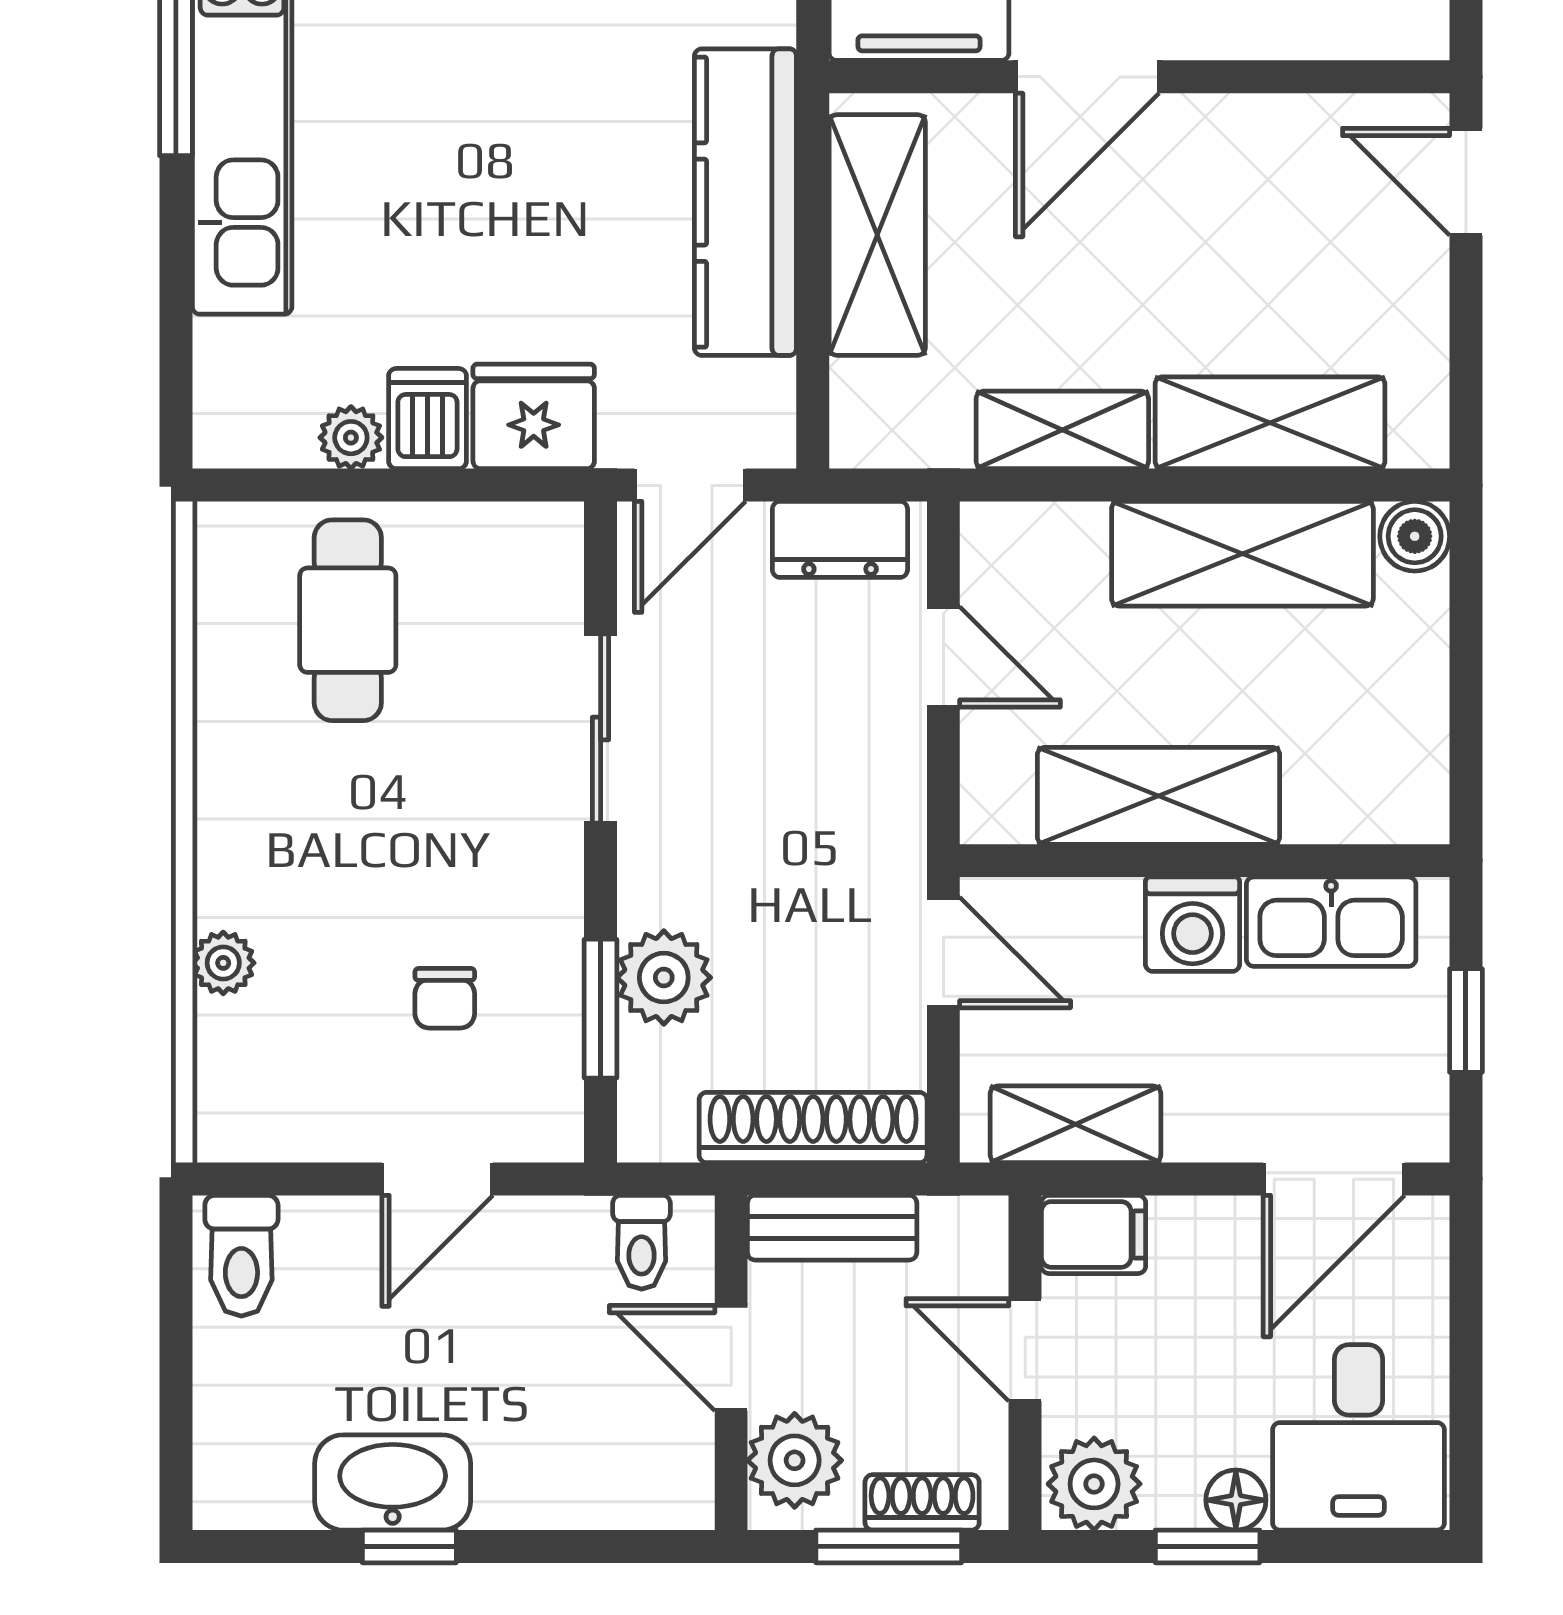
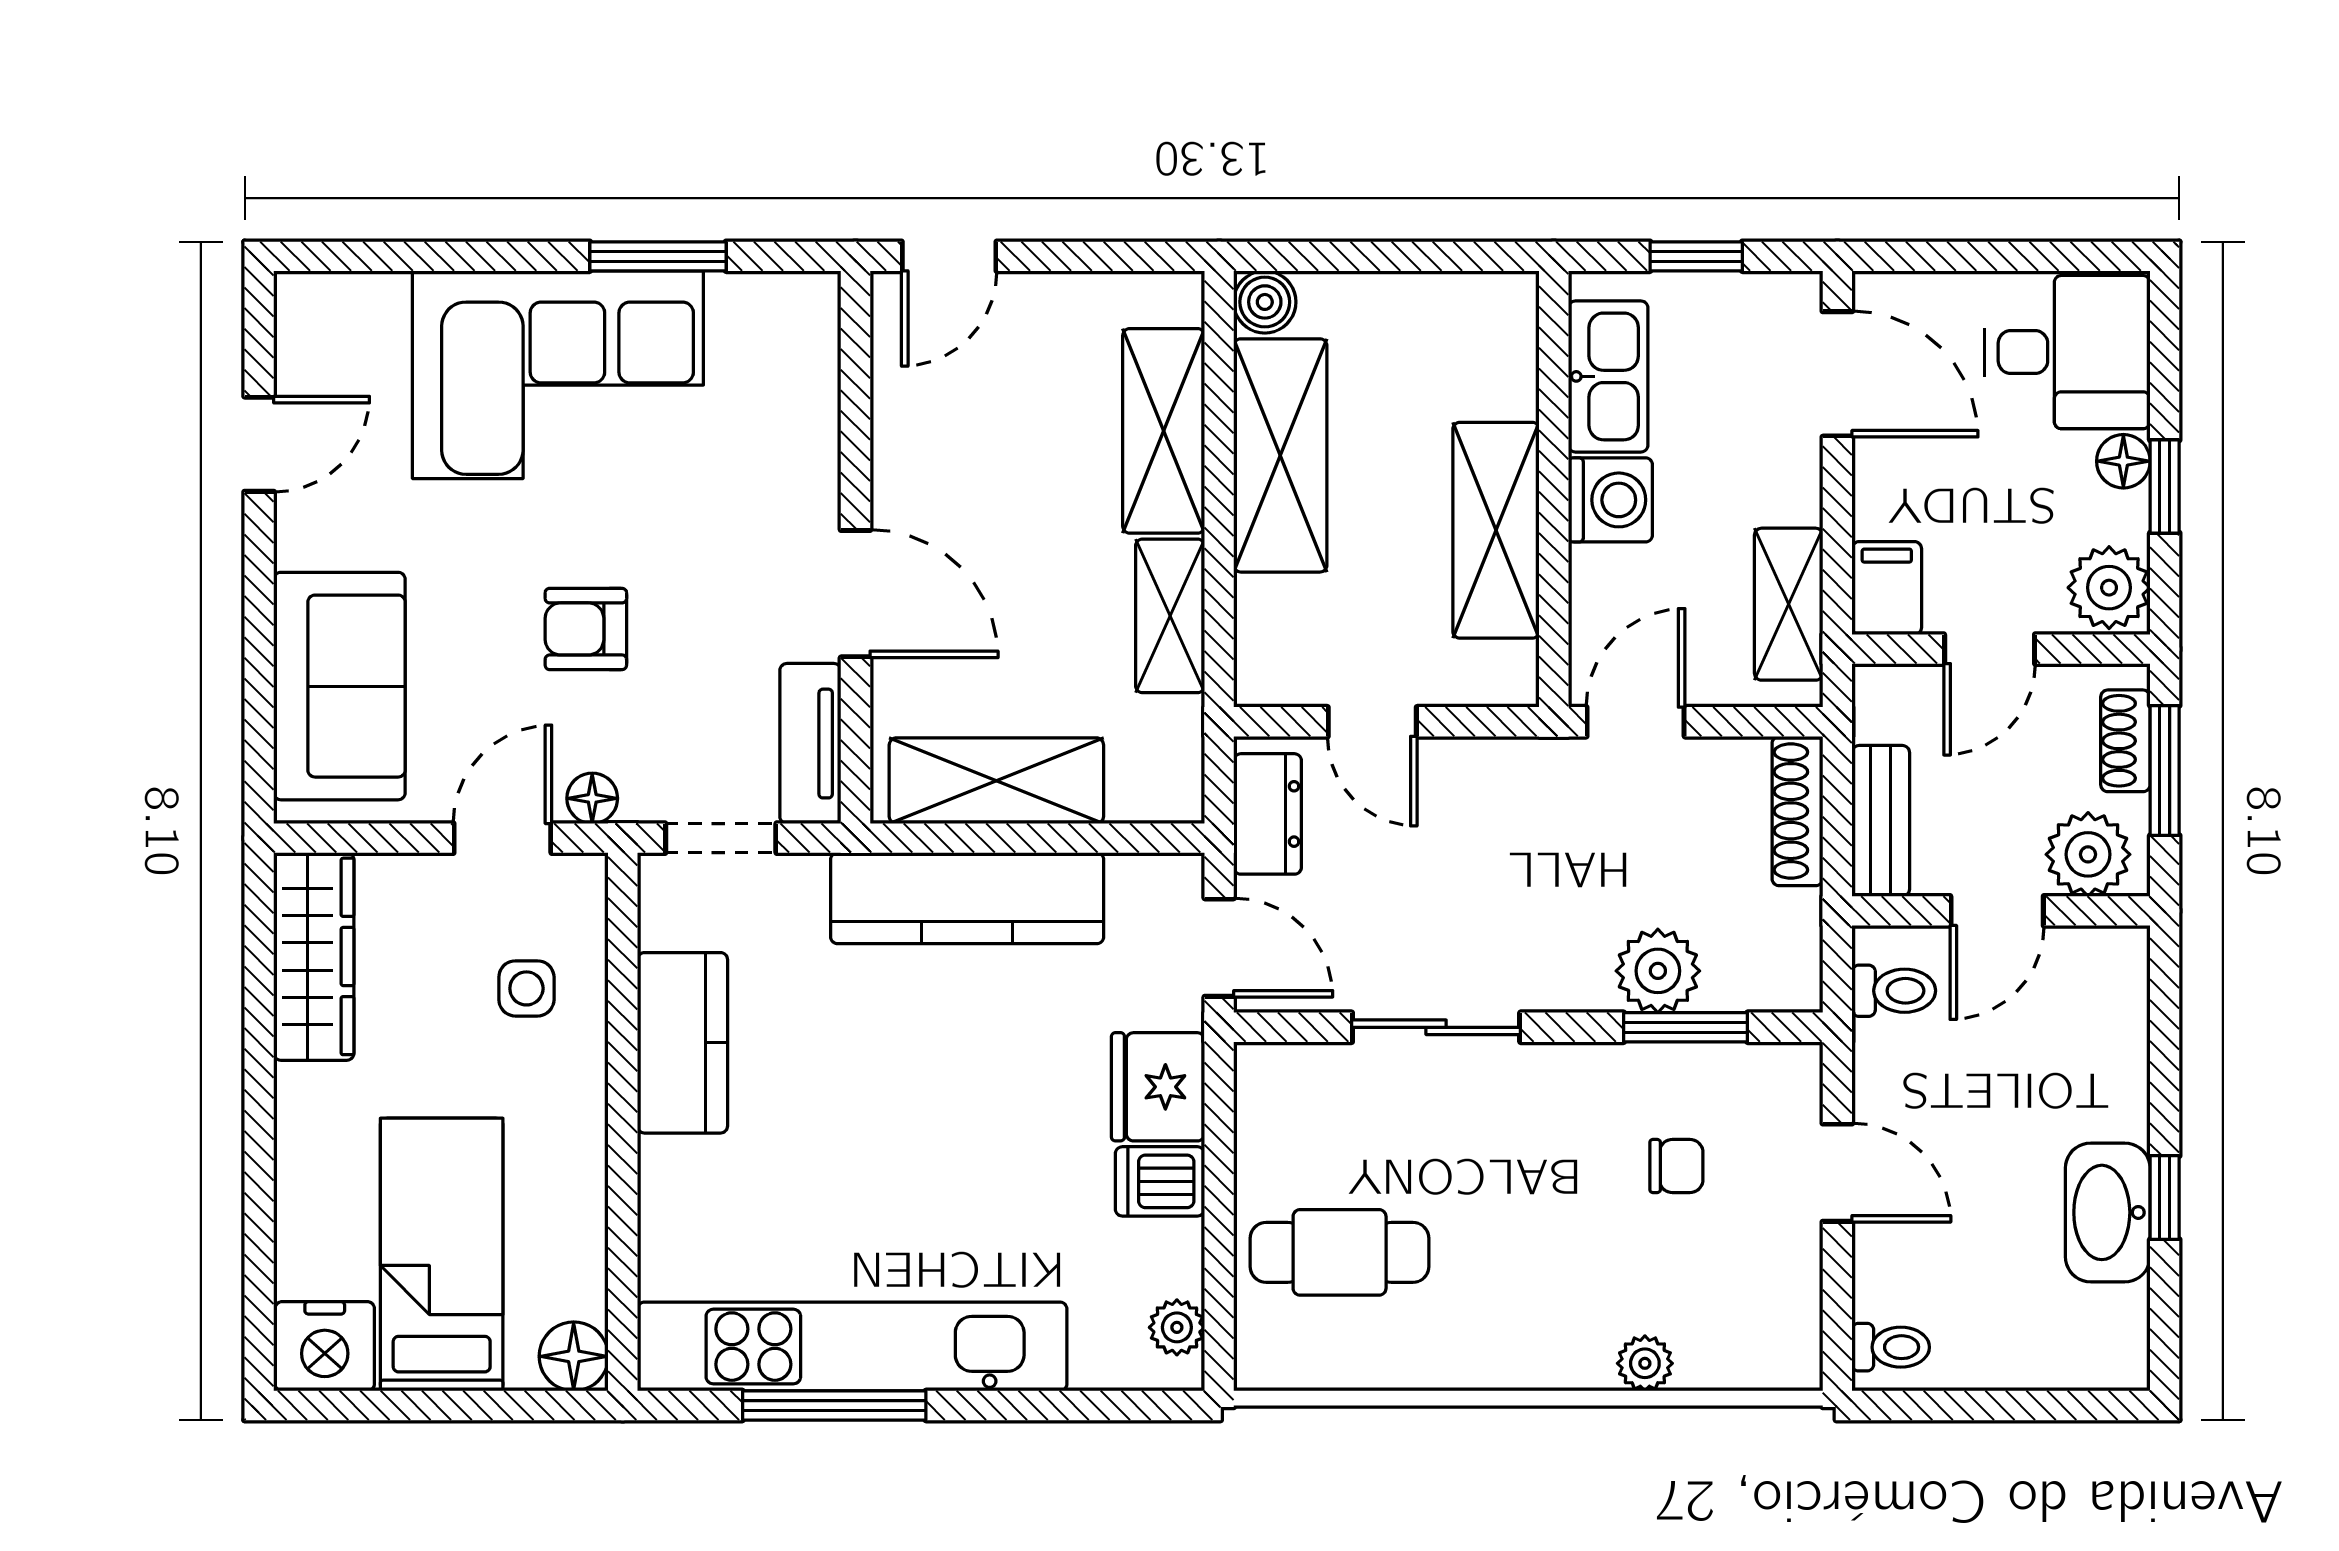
plant: (351, 438) -> (1177, 1327), moved
door: (943, 657) -> (1372, 722), swing flipped
shoe rack: (813, 1127) -> (1797, 811), width x0.74, depth x0.81
toilet: (241, 1256) -> (1891, 1347), width x0.73, depth x0.72

